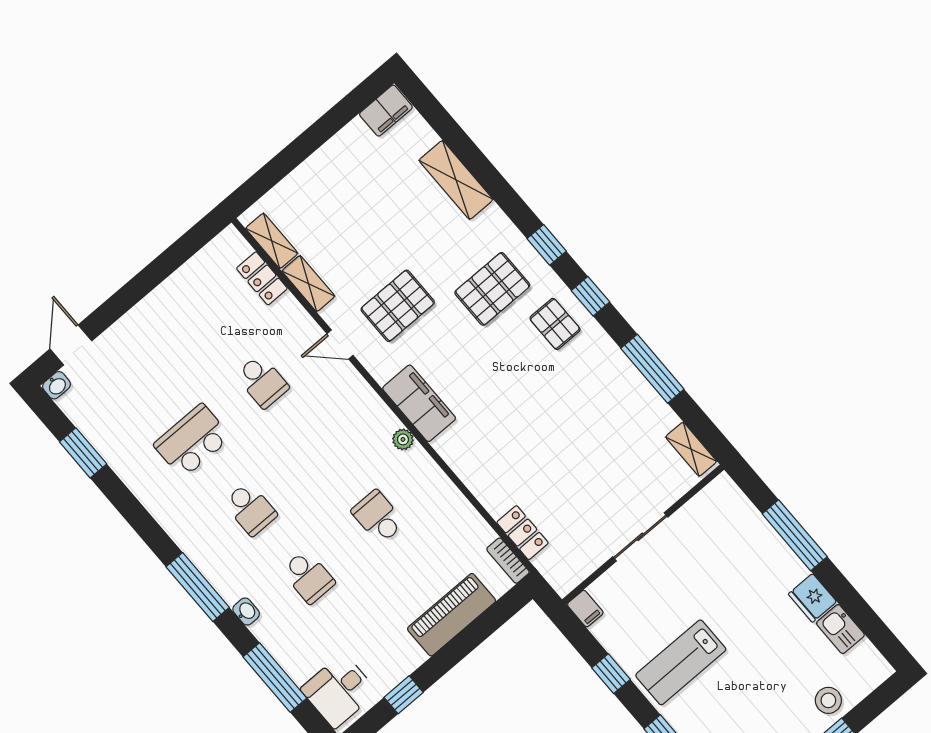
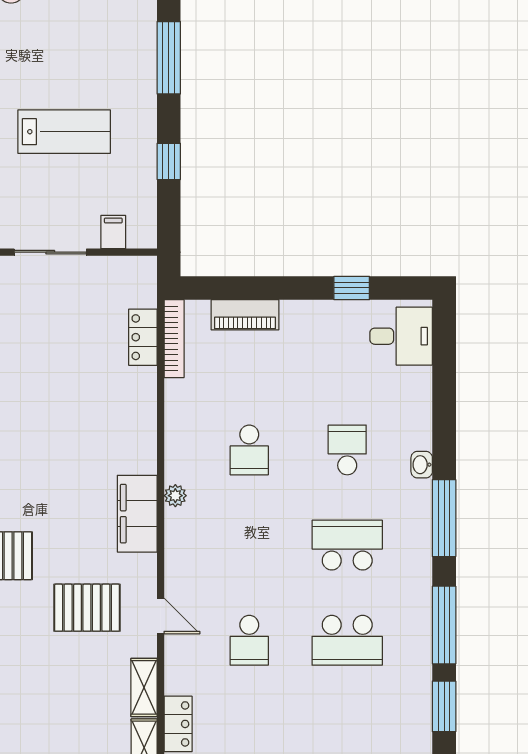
school desk: (262, 381) -> (249, 640), turned 180
school desk: (250, 509) -> (347, 545), width x1.85
bookcase: (508, 561) -> (174, 339), width x1.56
filing cabinet: (585, 609) -> (113, 232), moved
piano: (452, 615) -> (245, 315), width x0.73, depth x0.75
lab bench: (681, 662) -> (64, 132), moved
window: (275, 677) -> (444, 625), moved

